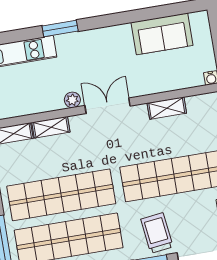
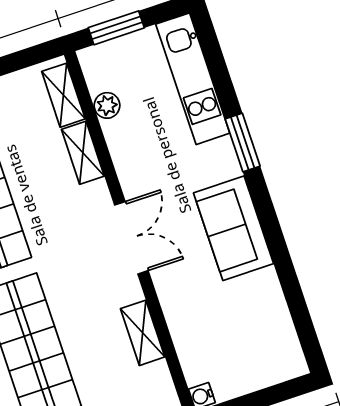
sofa: (162, 34) -> (234, 228), moved
plant: (72, 100) -> (107, 105), moved

